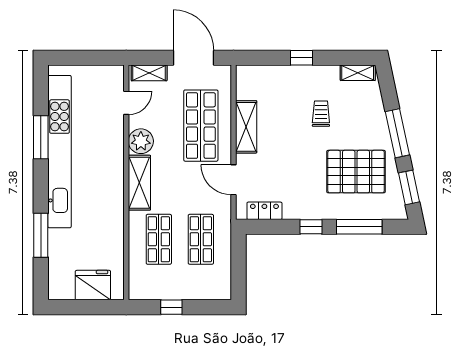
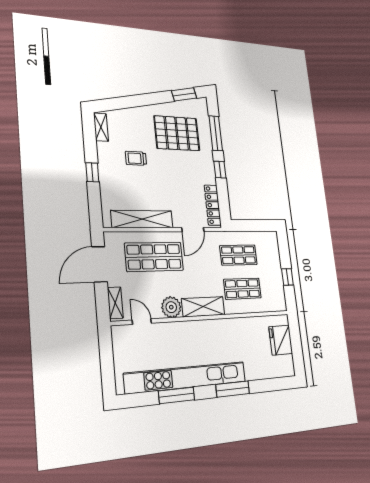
shelving: (246, 127) -> (142, 219), width x1.47
window: (397, 133) -> (145, 100), removed
pallet: (356, 172) -> (177, 133), turned 90
locker: (264, 211) -> (213, 205), width x1.53
window: (41, 235) -> (233, 389), moved

